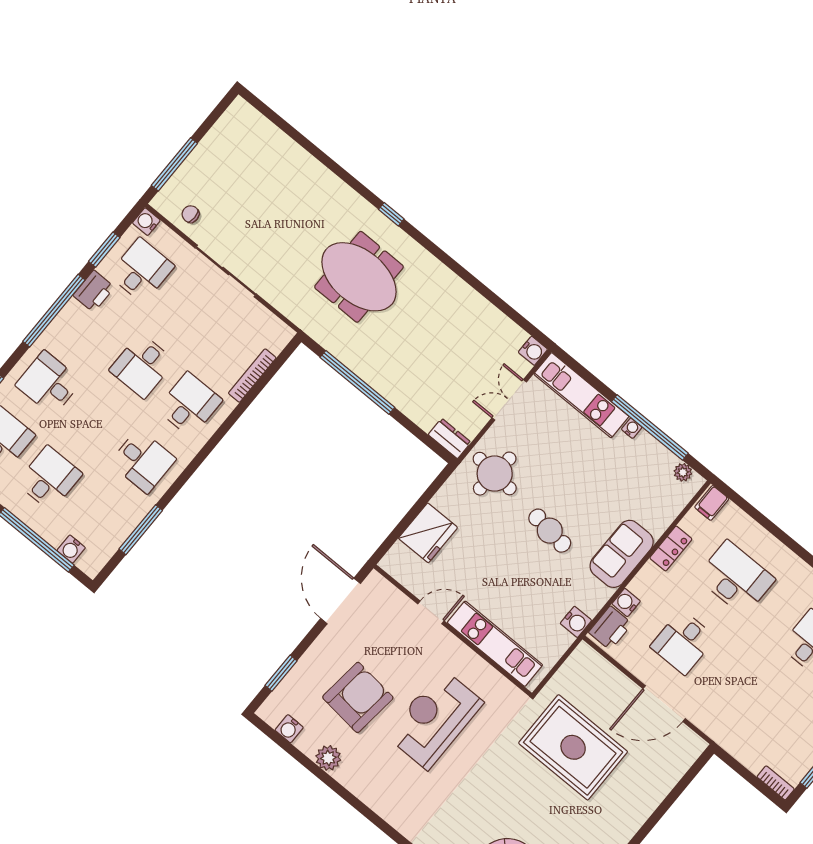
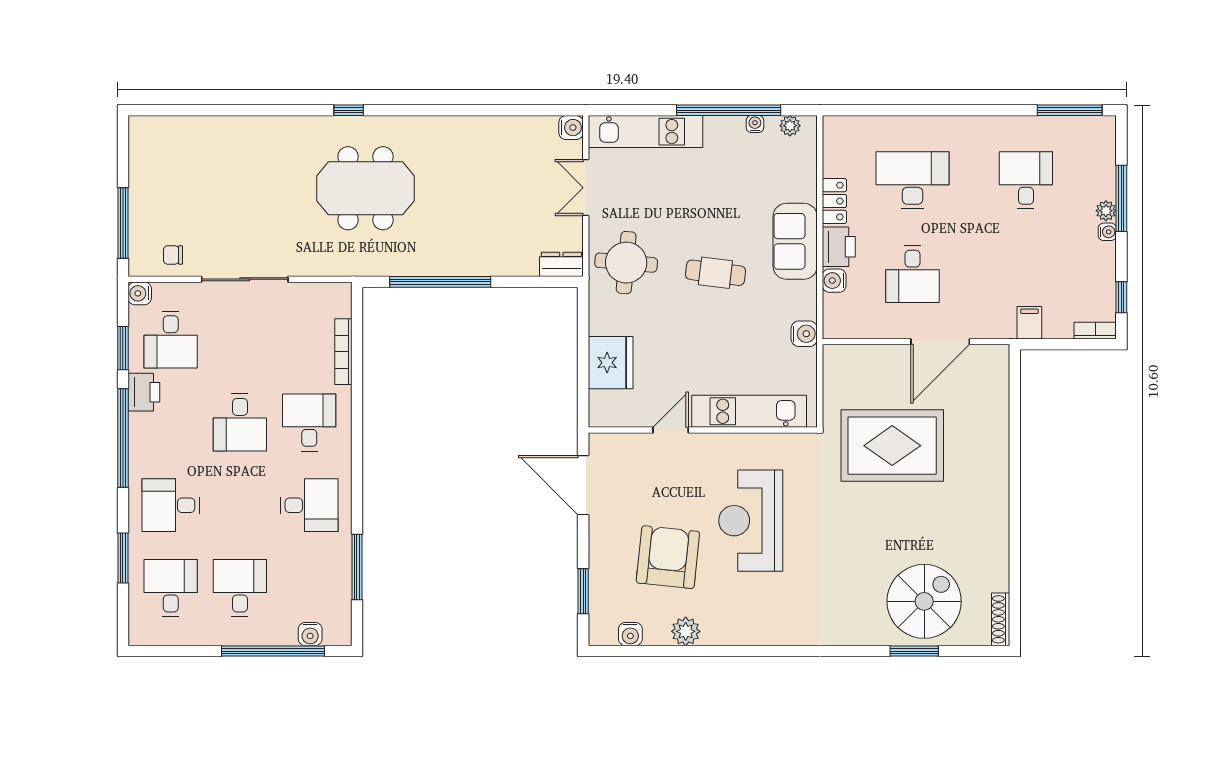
desk: (142, 271) -> (171, 340), turned 180
water cooler: (632, 428) -> (755, 124), moved
filing cabinet: (712, 503) -> (1029, 323), moved, turned 180
printer: (610, 628) -> (839, 247), moved

